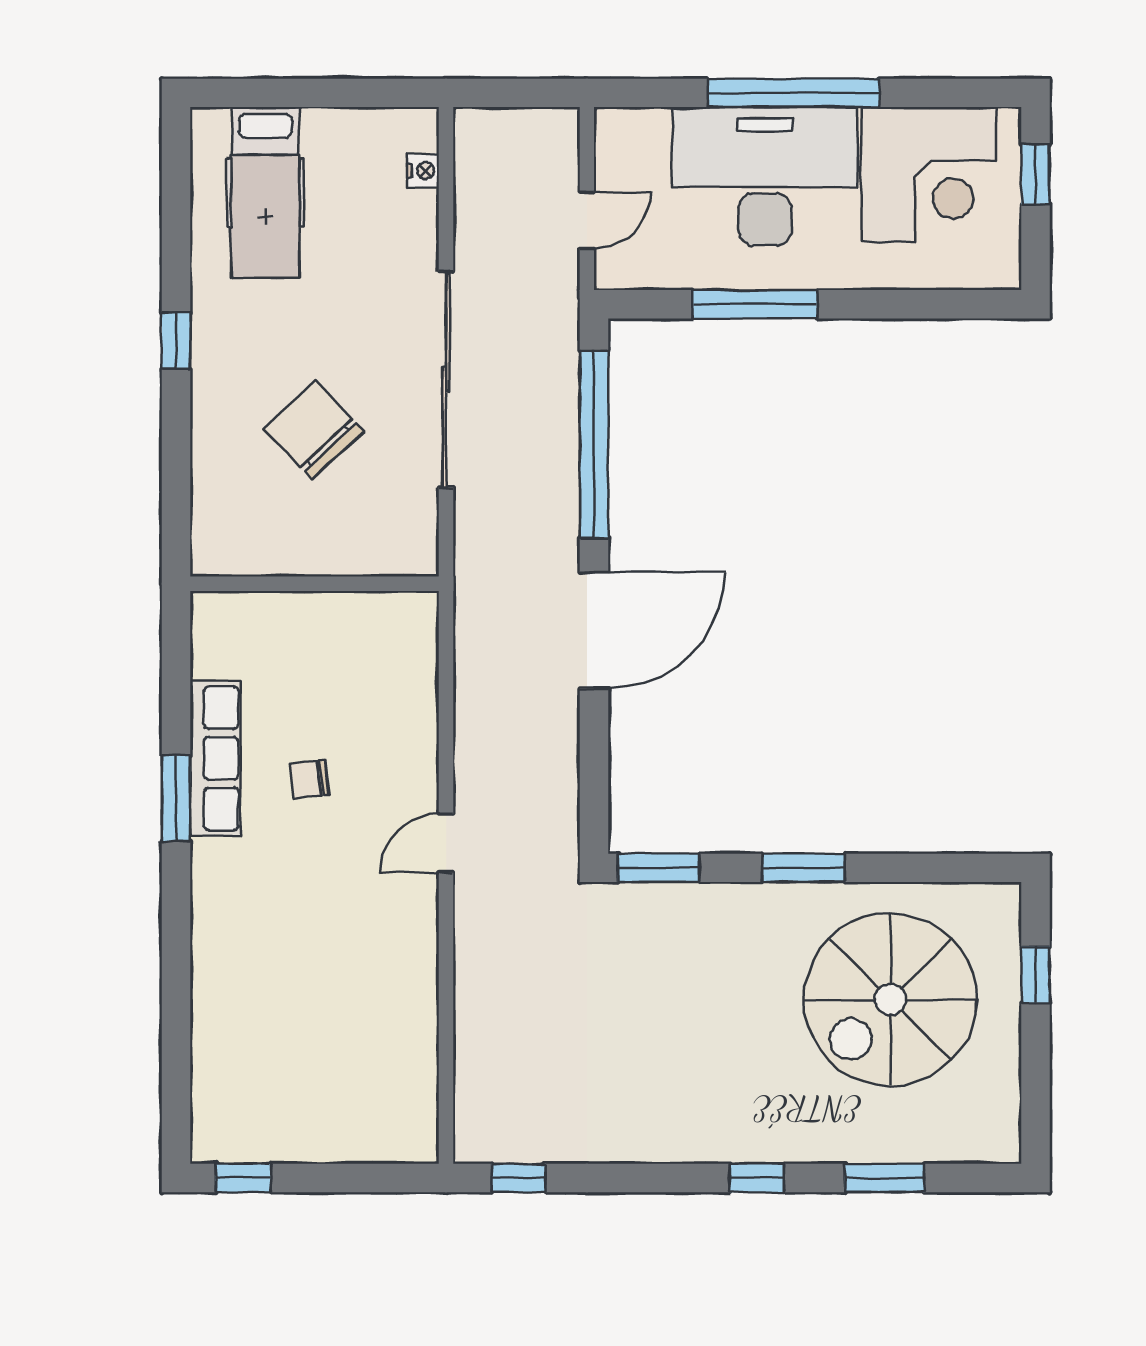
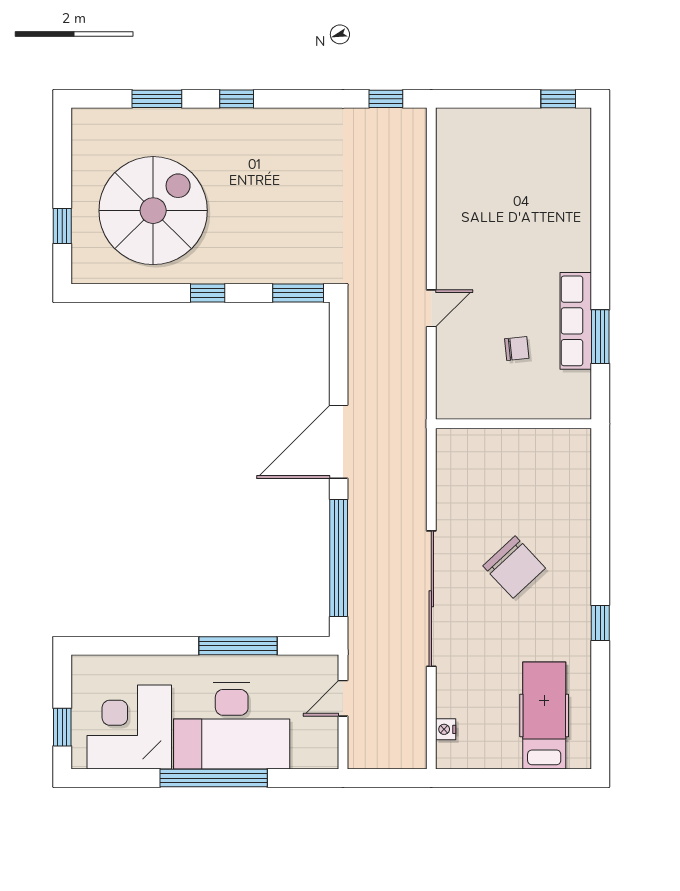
wall: (315, 584) -> (514, 424), moved
row of seats: (215, 758) -> (576, 321), moved
window: (803, 868) -> (208, 293), width x0.67

